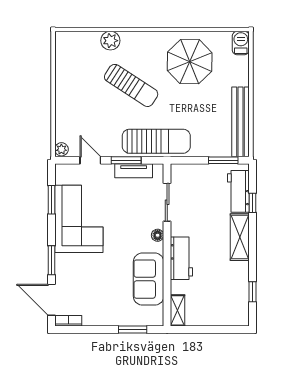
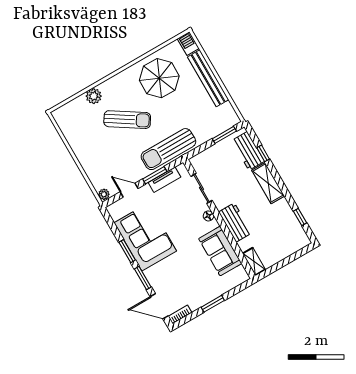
bench: (241, 122) -> (208, 78), moved
sun lounger: (156, 141) -> (168, 149), turned 180
window: (51, 200) -> (127, 251), moved
window: (133, 330) -> (213, 304), moved

